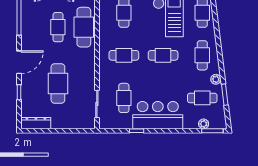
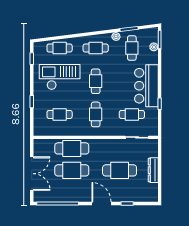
cafe table: (58, 27) -> (72, 170), width x1.37, depth x1.35
dresser: (36, 123) -> (153, 170), moved

